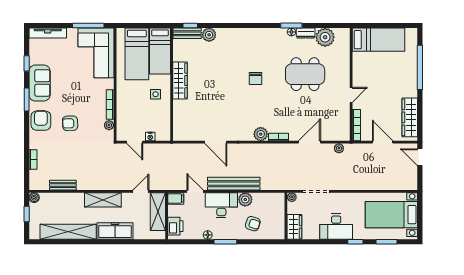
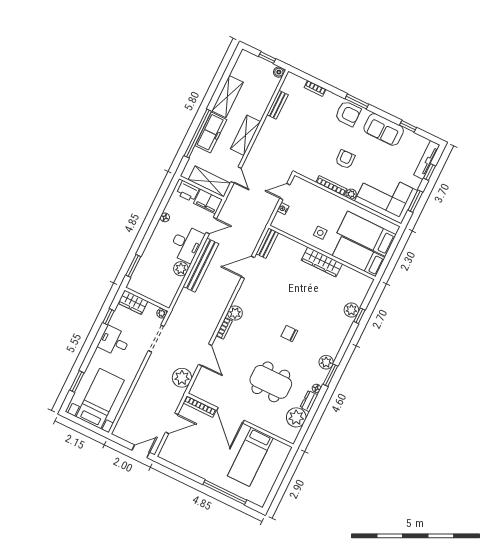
window: (57, 25) -> (430, 172), added
window: (88, 25) -> (415, 201), width x0.69
window: (190, 25) -> (359, 316), moved
window: (291, 25) -> (330, 375), moved
bench: (187, 33) -> (267, 243), moved
plant: (265, 35) -> (326, 362), added
bed: (378, 40) -> (250, 457), moved
dining table: (305, 74) -> (271, 382), turned 90
door: (351, 95) -> (230, 415), width x1.88
window: (27, 100) -> (357, 101), moved
wardrobe: (410, 117) -> (183, 460), removed
armchair: (70, 123) -> (345, 159), moved
plant: (109, 125) -> (351, 194), moved
plant: (339, 148) -> (182, 378), width x1.88, depth x1.88
filing cabinet: (176, 198) -> (208, 202), width x2.00
armchair: (253, 224) -> (155, 265), removed
desk: (336, 227) -> (114, 341), width x0.73
shelving: (68, 232) -> (228, 97), width x0.68
window: (121, 242) -> (198, 134), added
window: (225, 242) -> (133, 266), moved
window: (355, 242) -> (109, 317), moved

